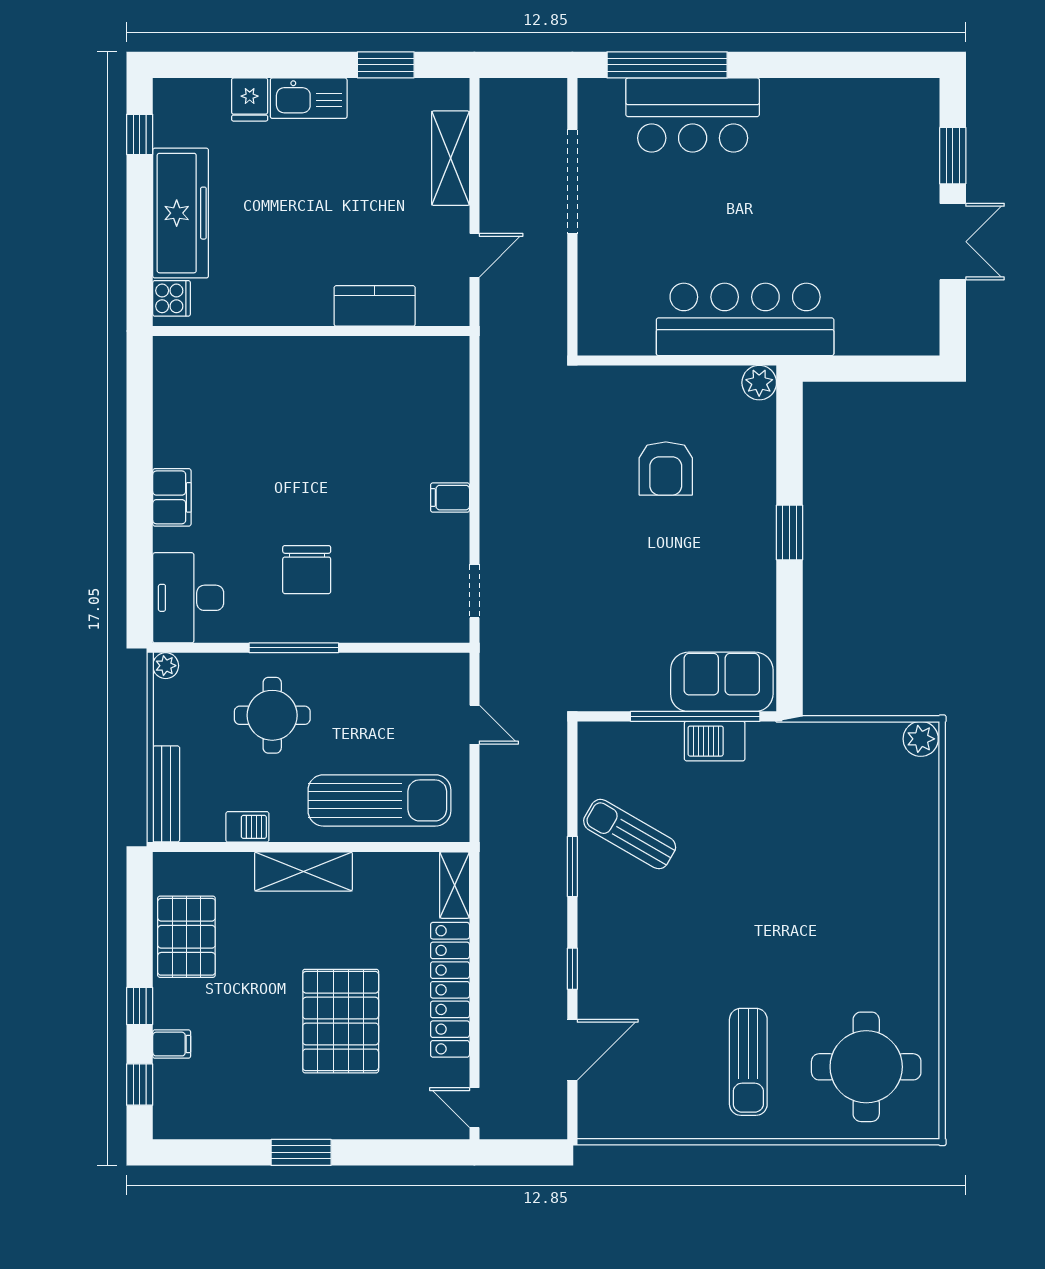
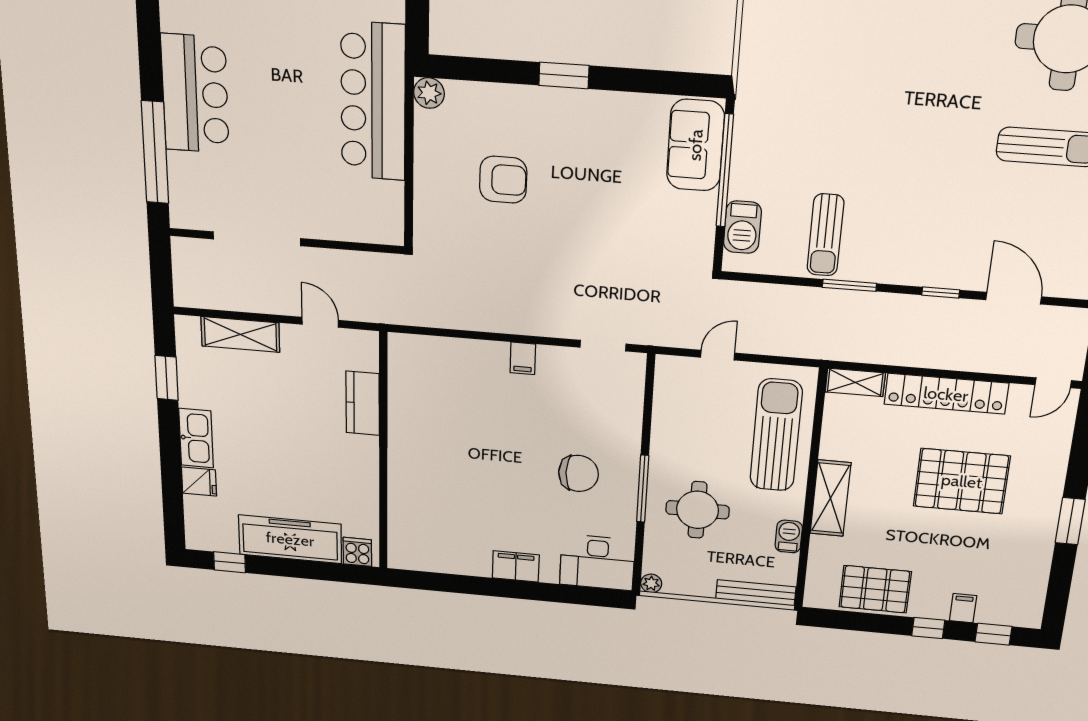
bar counter: (693, 115) -> (195, 94), moved
barbecue: (715, 741) -> (742, 227), moved
sun lounger: (630, 834) -> (825, 235), turned -30

